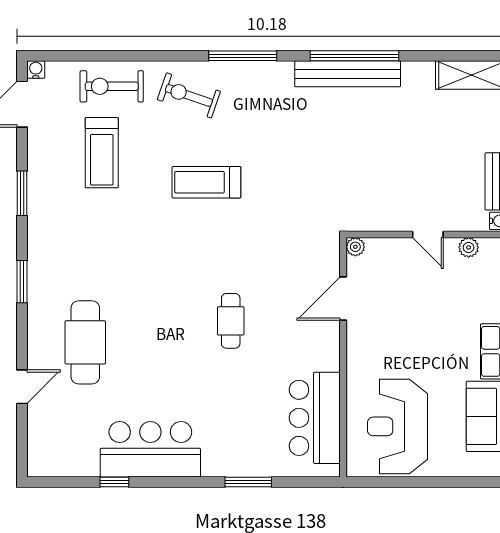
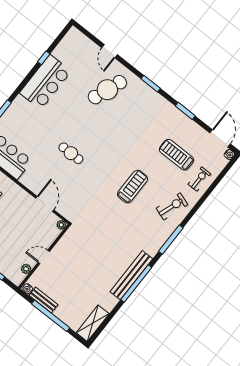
exercise bike: (112, 86) -> (199, 179), width x0.73, depth x0.72
cafe table: (85, 342) -> (107, 90), turned -69

